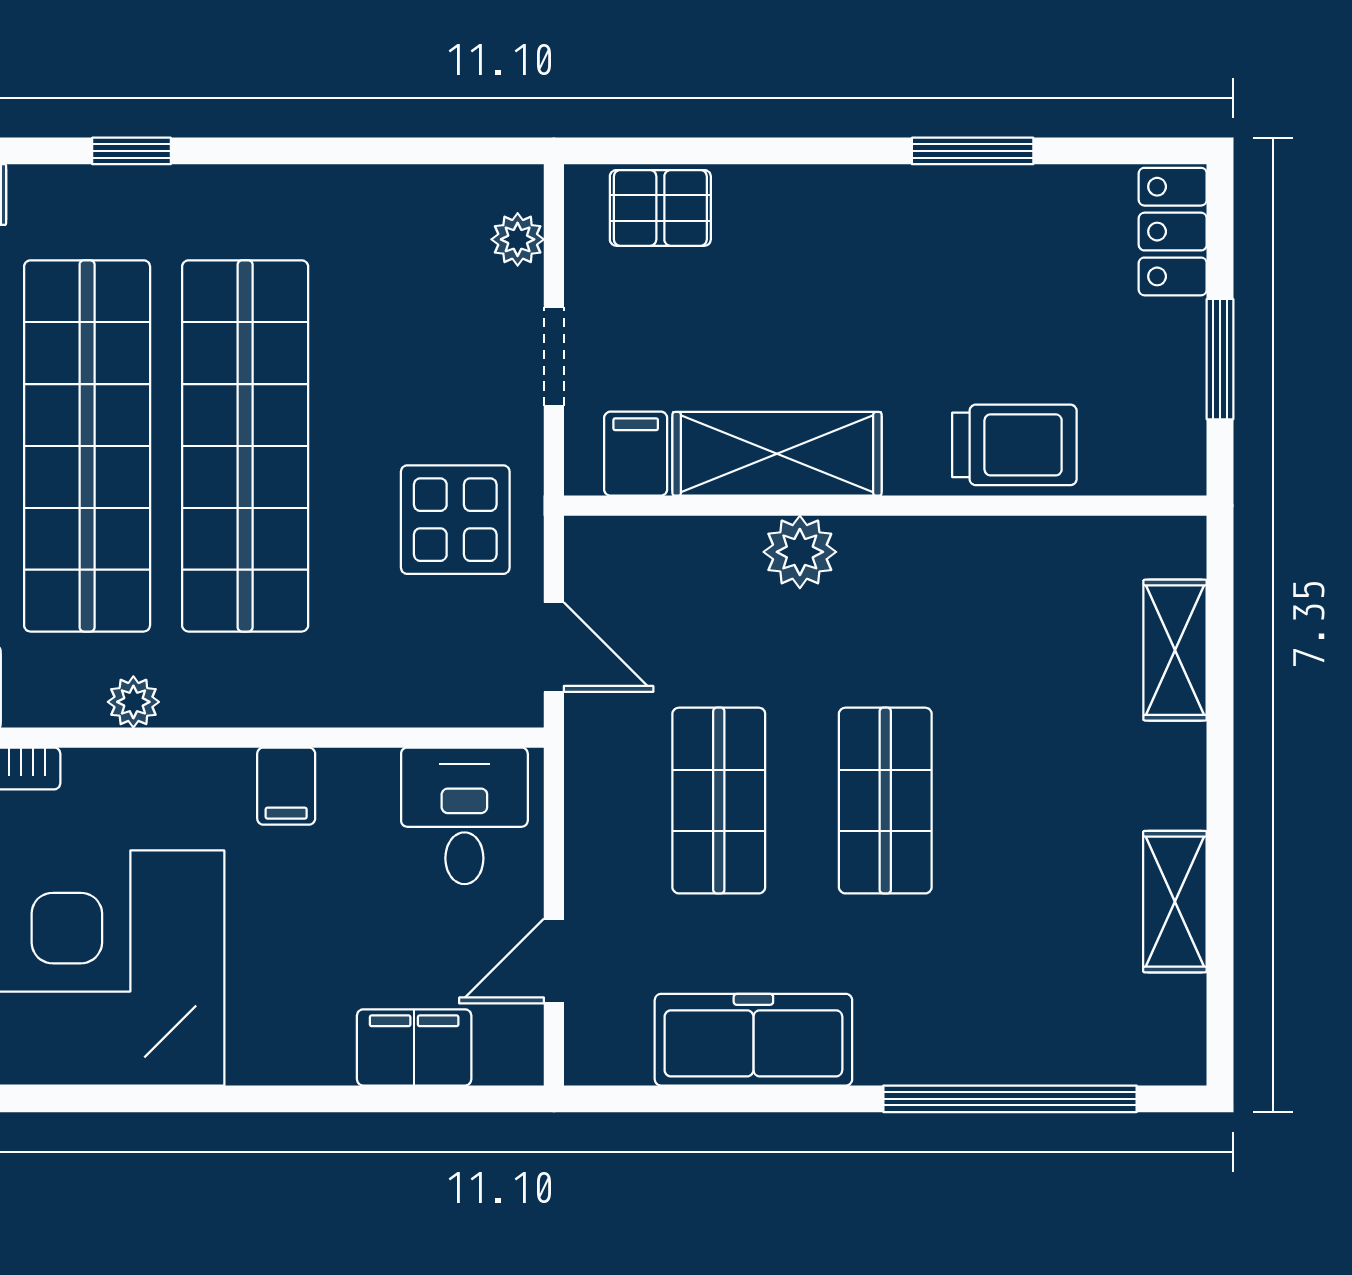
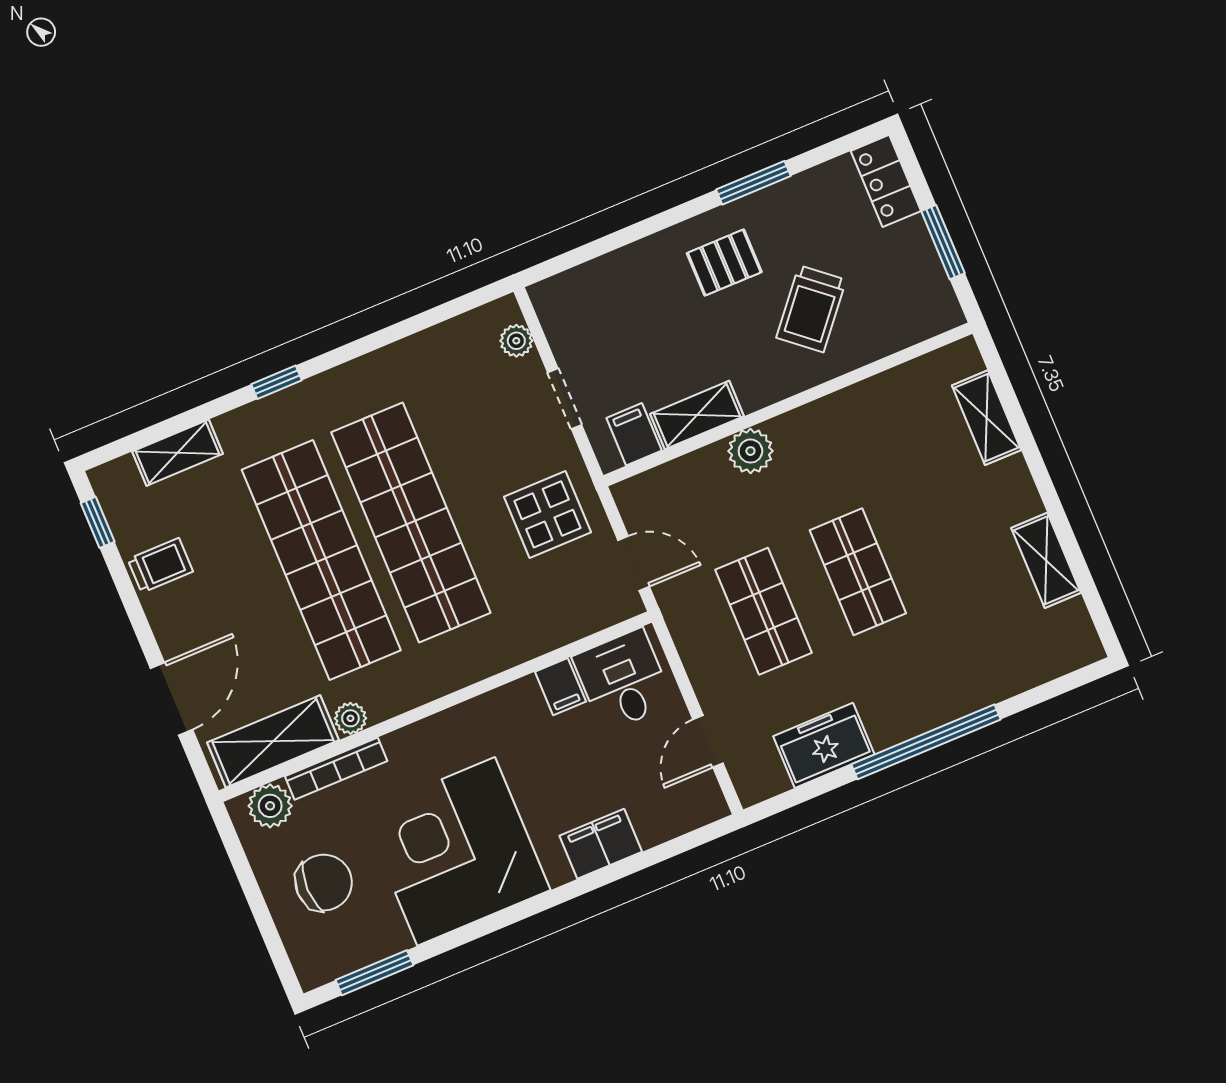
pallet: (660, 208) -> (724, 263), moved
trolley: (1014, 445) -> (811, 309), moved, turned 130
shelving: (777, 454) -> (697, 415), width x0.67, depth x0.75
plant: (133, 702) -> (350, 718), moved
filing cabinet: (286, 786) -> (560, 687), moved
freezer: (753, 1040) -> (824, 745), width x0.71
filing cabinet: (414, 1047) -> (601, 844), moved
window: (1010, 1099) -> (926, 742), moved

